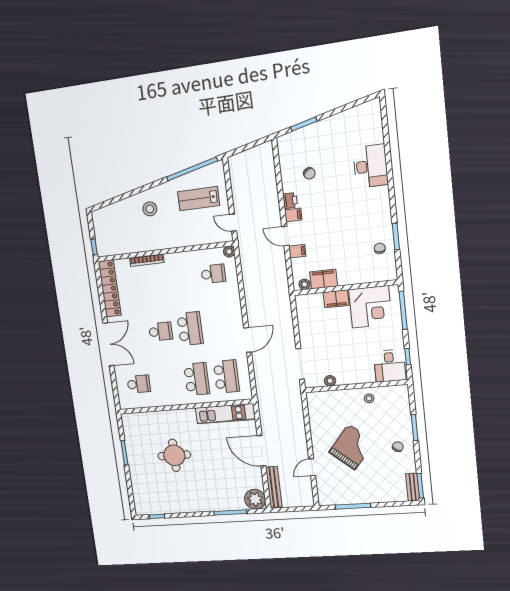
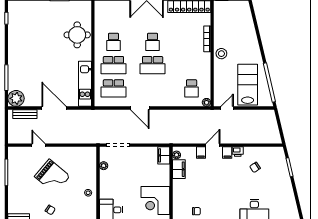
lab bench: (199, 199) -> (248, 85), width x1.36, depth x1.39
stool: (150, 209) -> (221, 54), moved
filing cabinet: (336, 299) -> (164, 155), moved
school desk: (139, 384) -> (113, 42), moved
door: (261, 451) -> (54, 108), hinge flipped
round table: (174, 455) -> (77, 35), moved
bench: (274, 487) -> (25, 114), width x0.73

